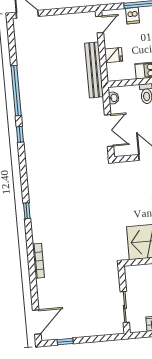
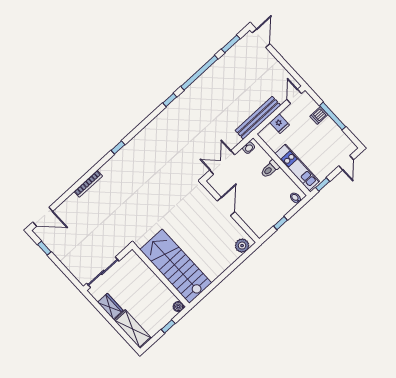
door: (100, 24) -> (294, 96), swing flipped
window: (12, 44) -> (231, 44), added
double door: (109, 130) -> (222, 162), swing flipped
sliding door: (125, 307) -> (103, 272), width x1.37

